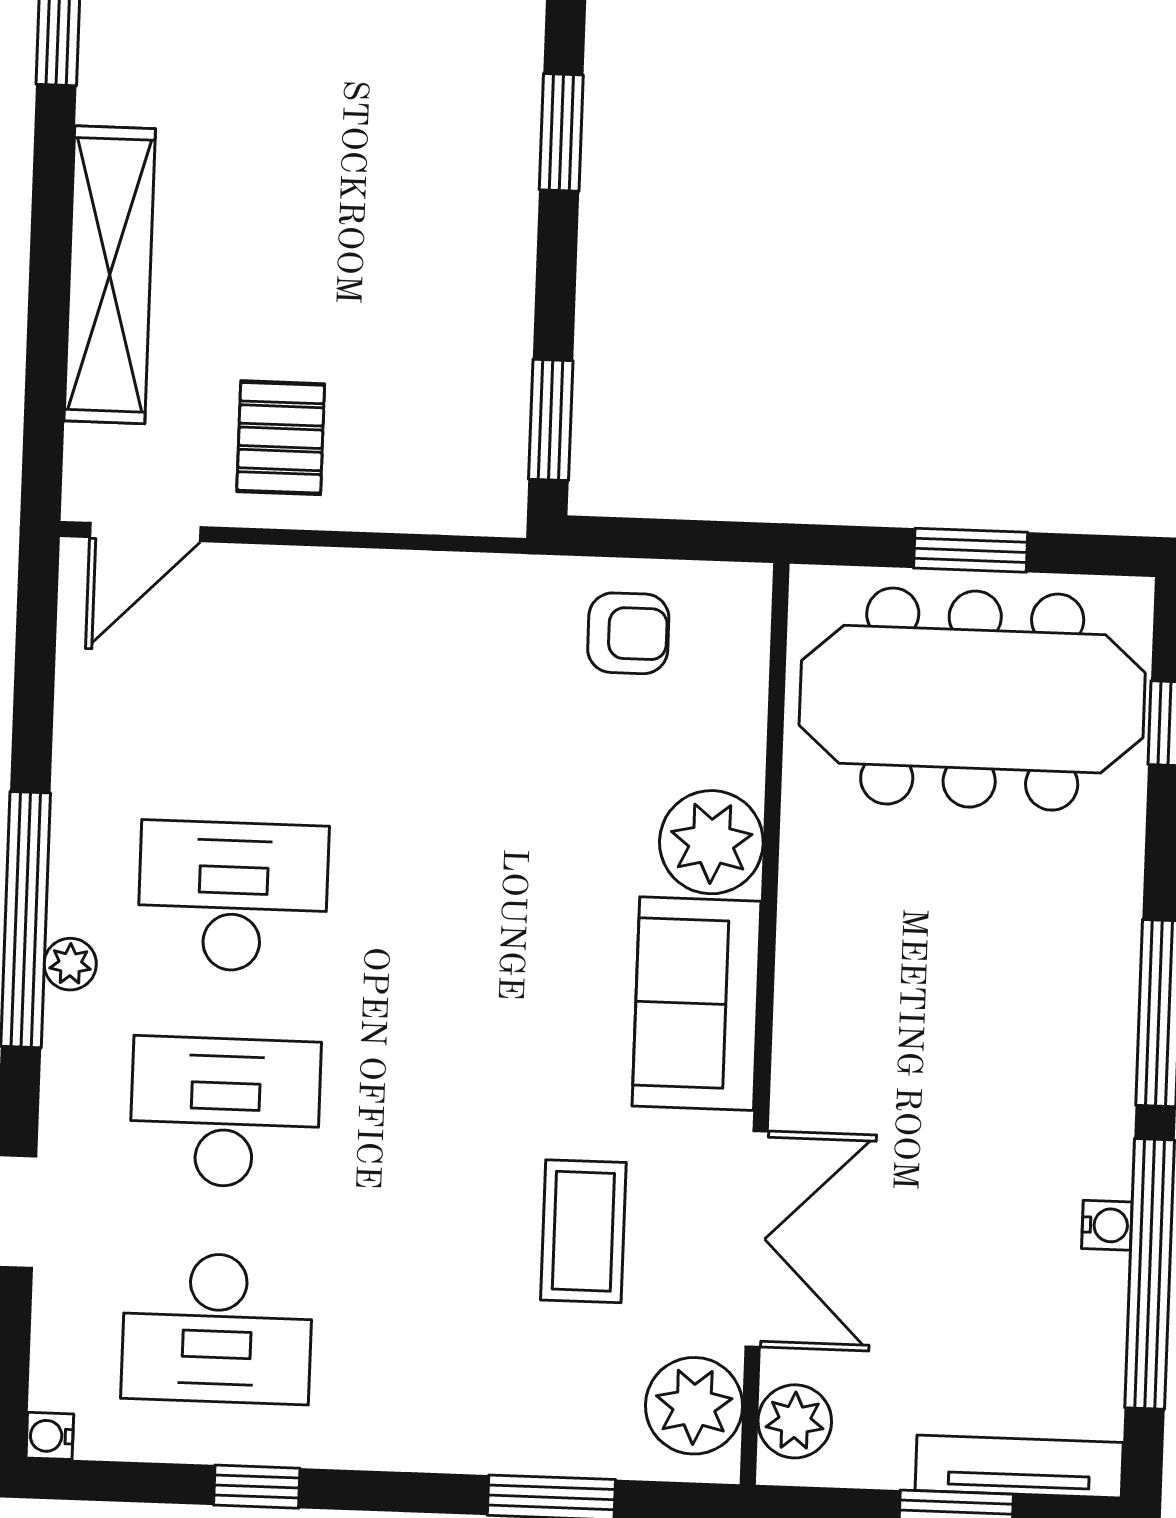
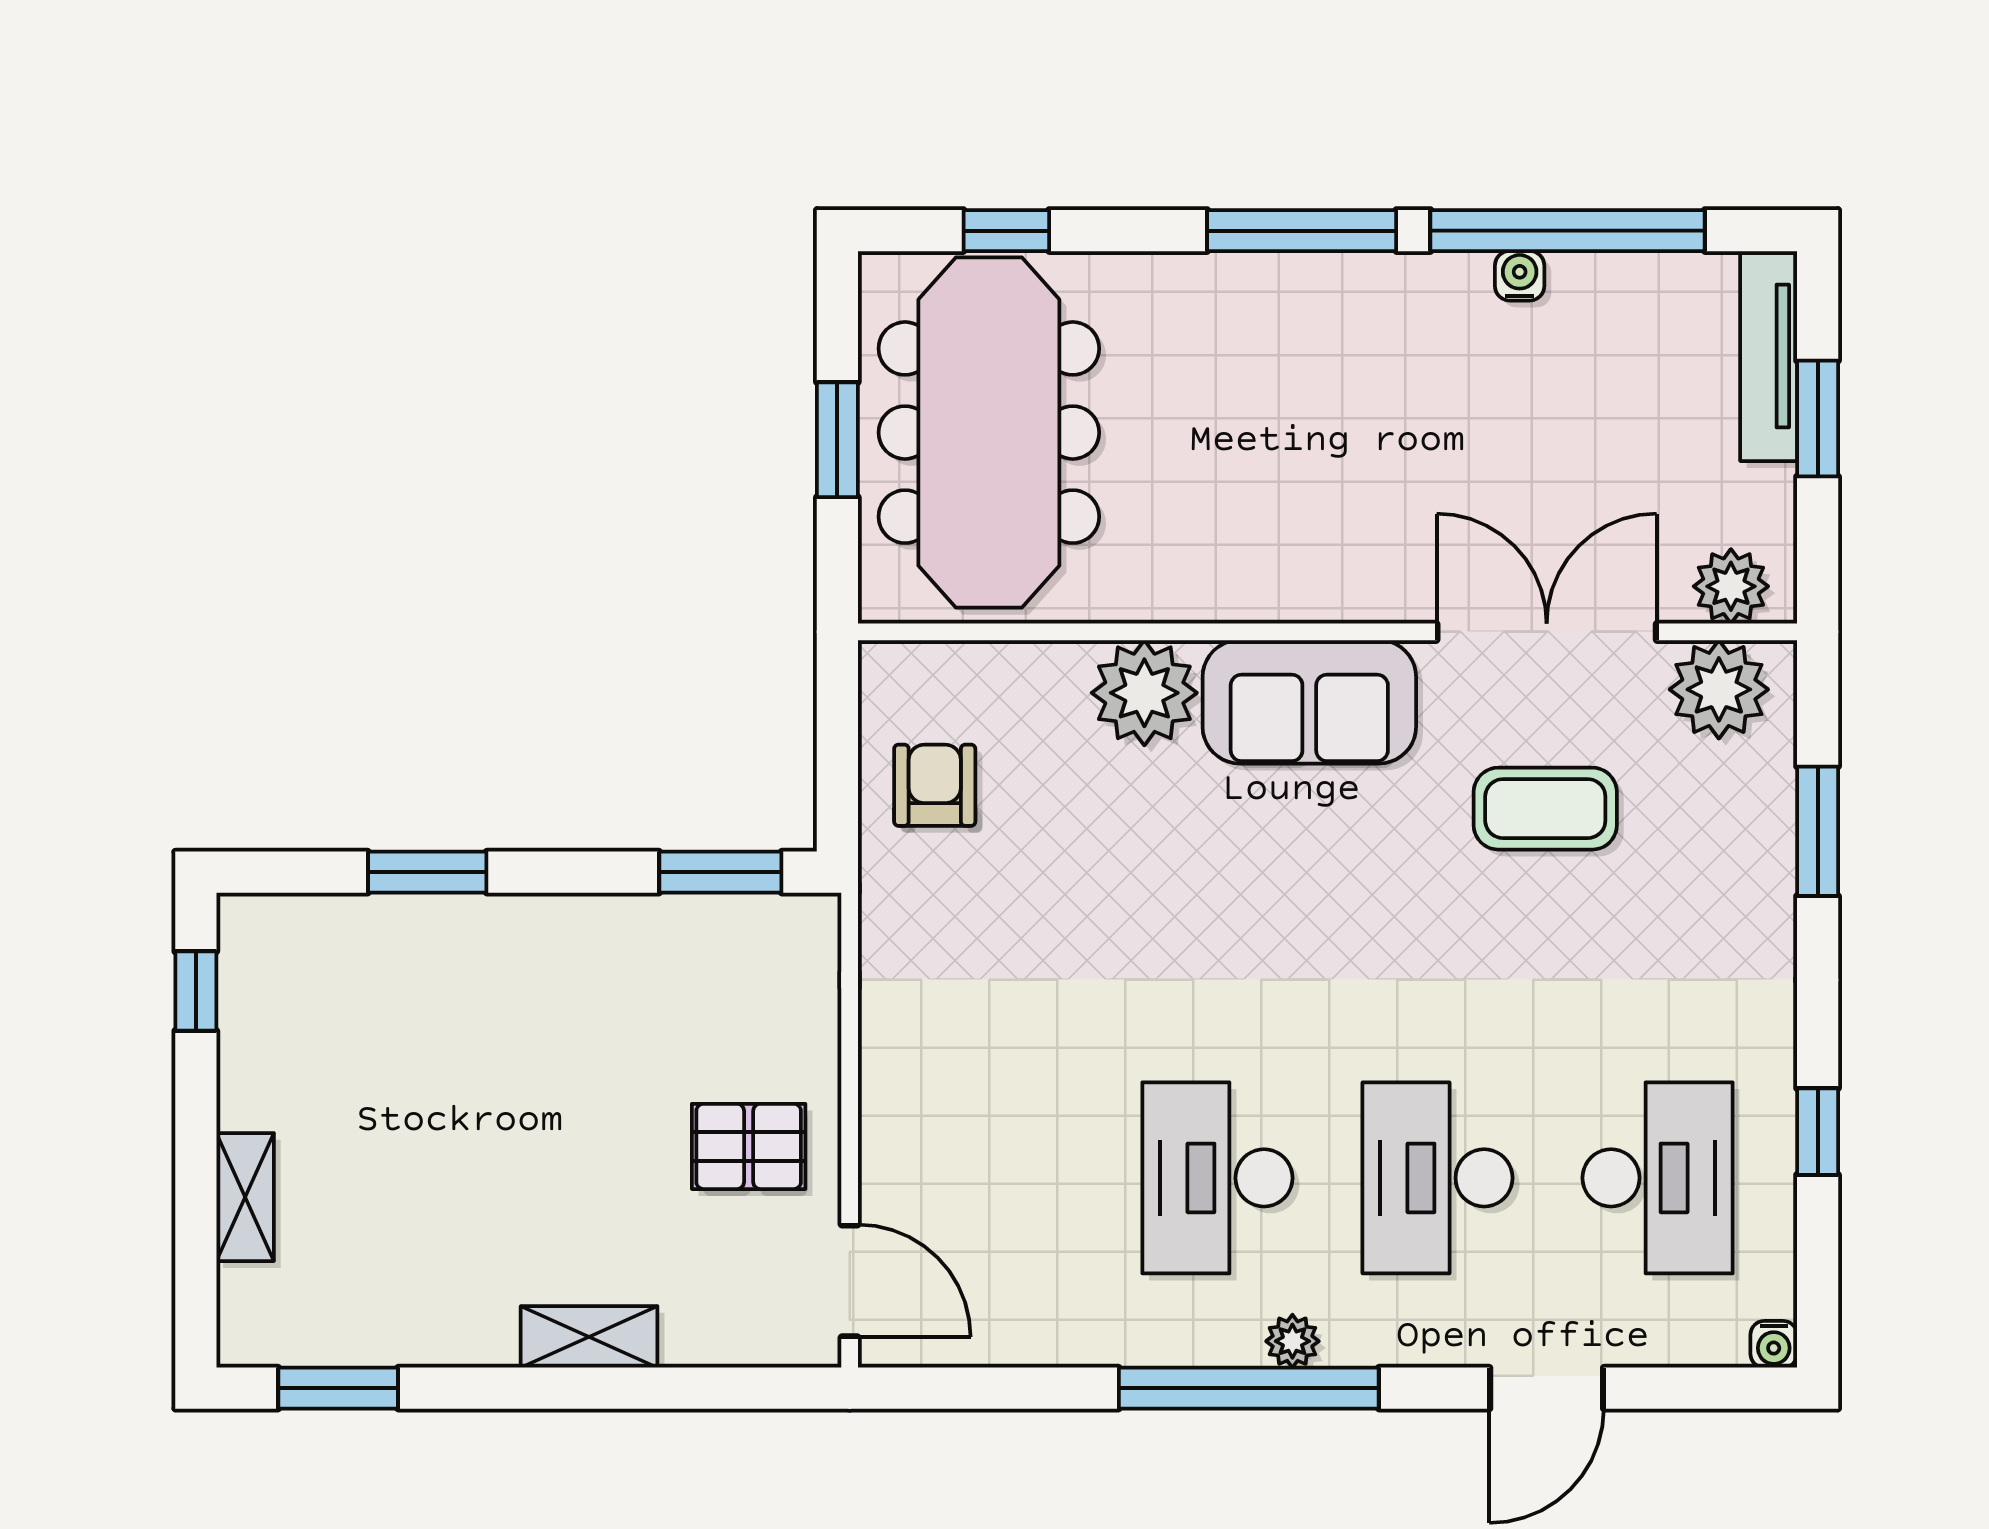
shelving: (110, 275) -> (589, 1337), width x0.45, depth x0.75

